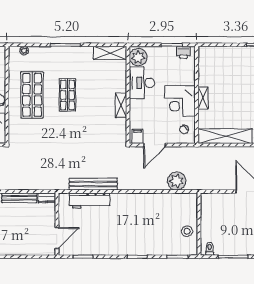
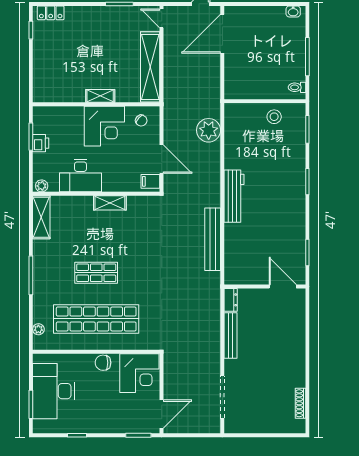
printer: (183, 52) -> (41, 143), moved
plant: (138, 57) -> (42, 186), width x0.53, depth x0.53
shop shelf: (32, 95) -> (96, 319), width x1.40
workbench: (90, 200) -> (234, 196), moved

